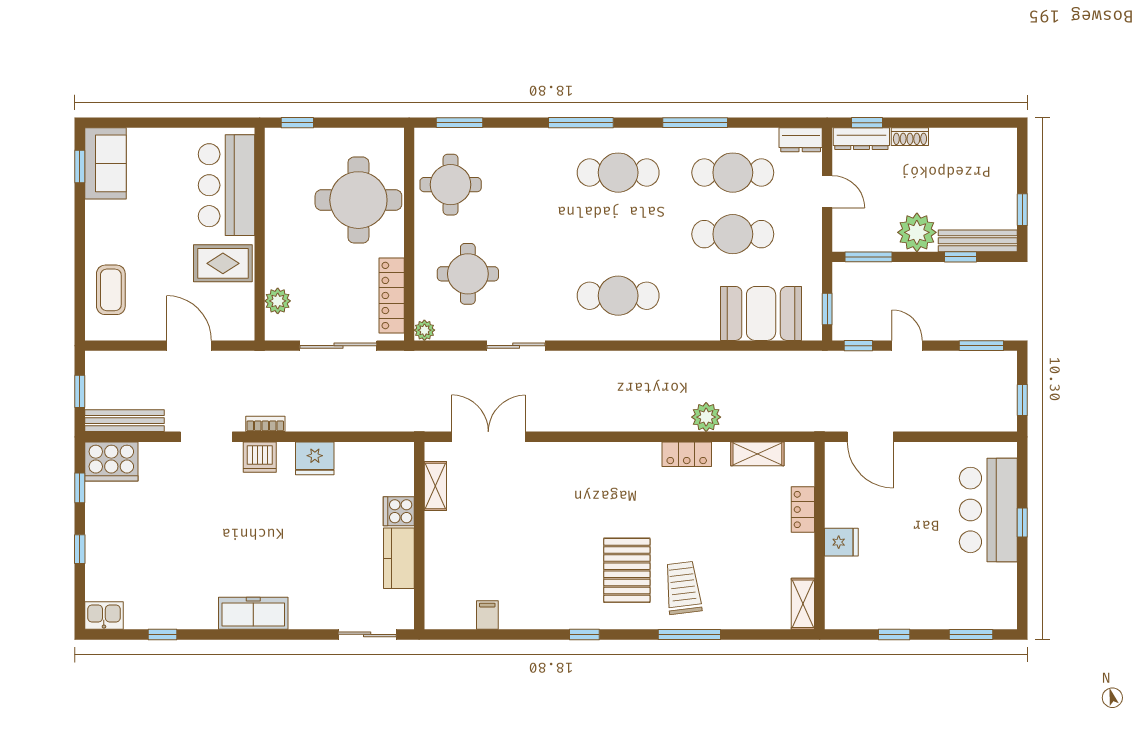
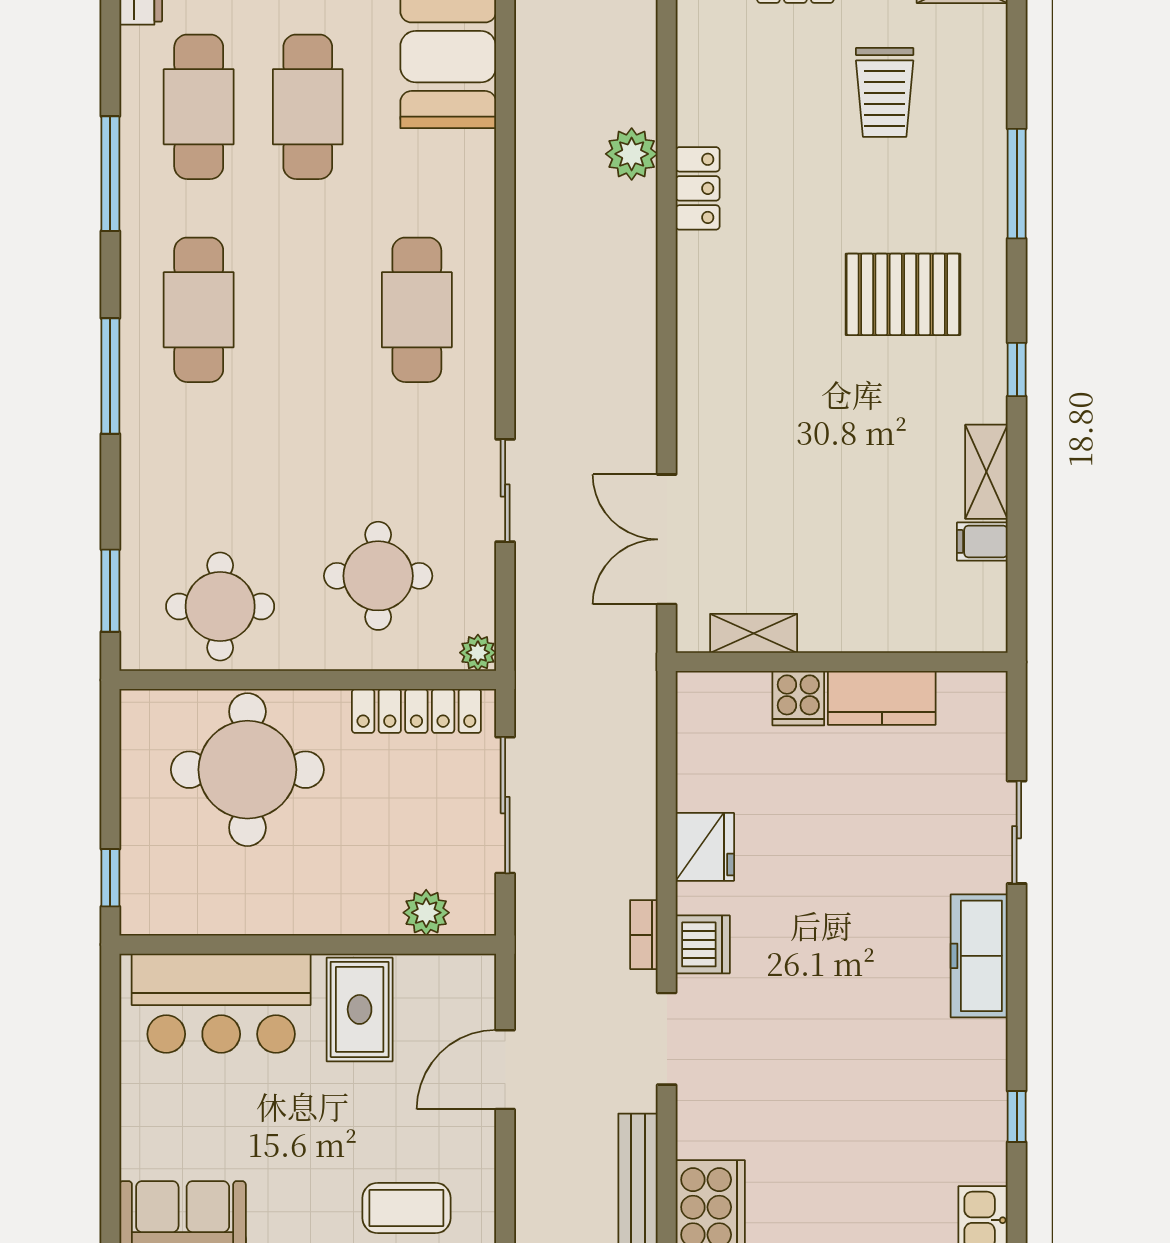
shelving: (757, 454) -> (986, 472), moved
trolley: (683, 588) -> (885, 92), moved, turned -83
sliding door: (367, 634) -> (1017, 832), moved

